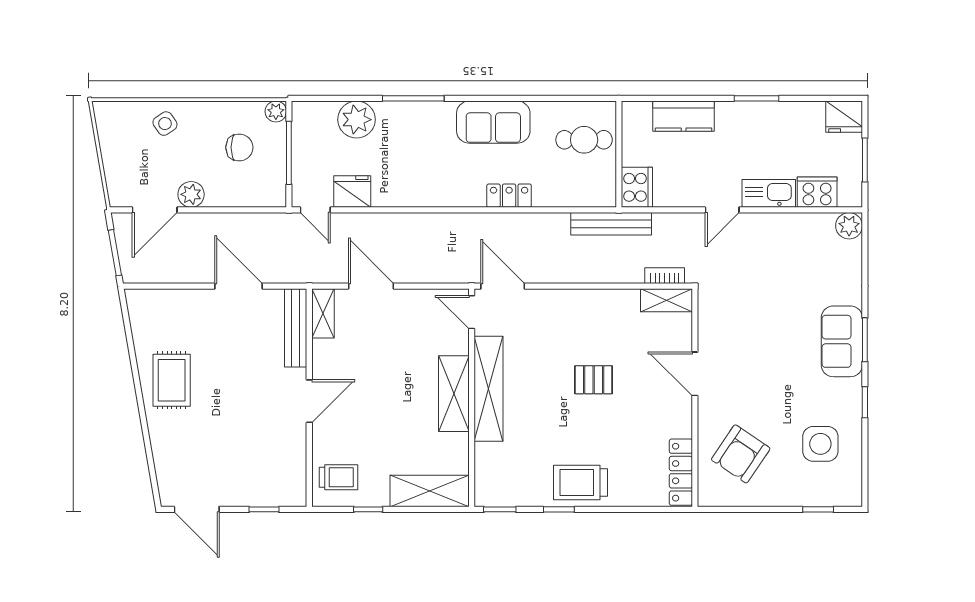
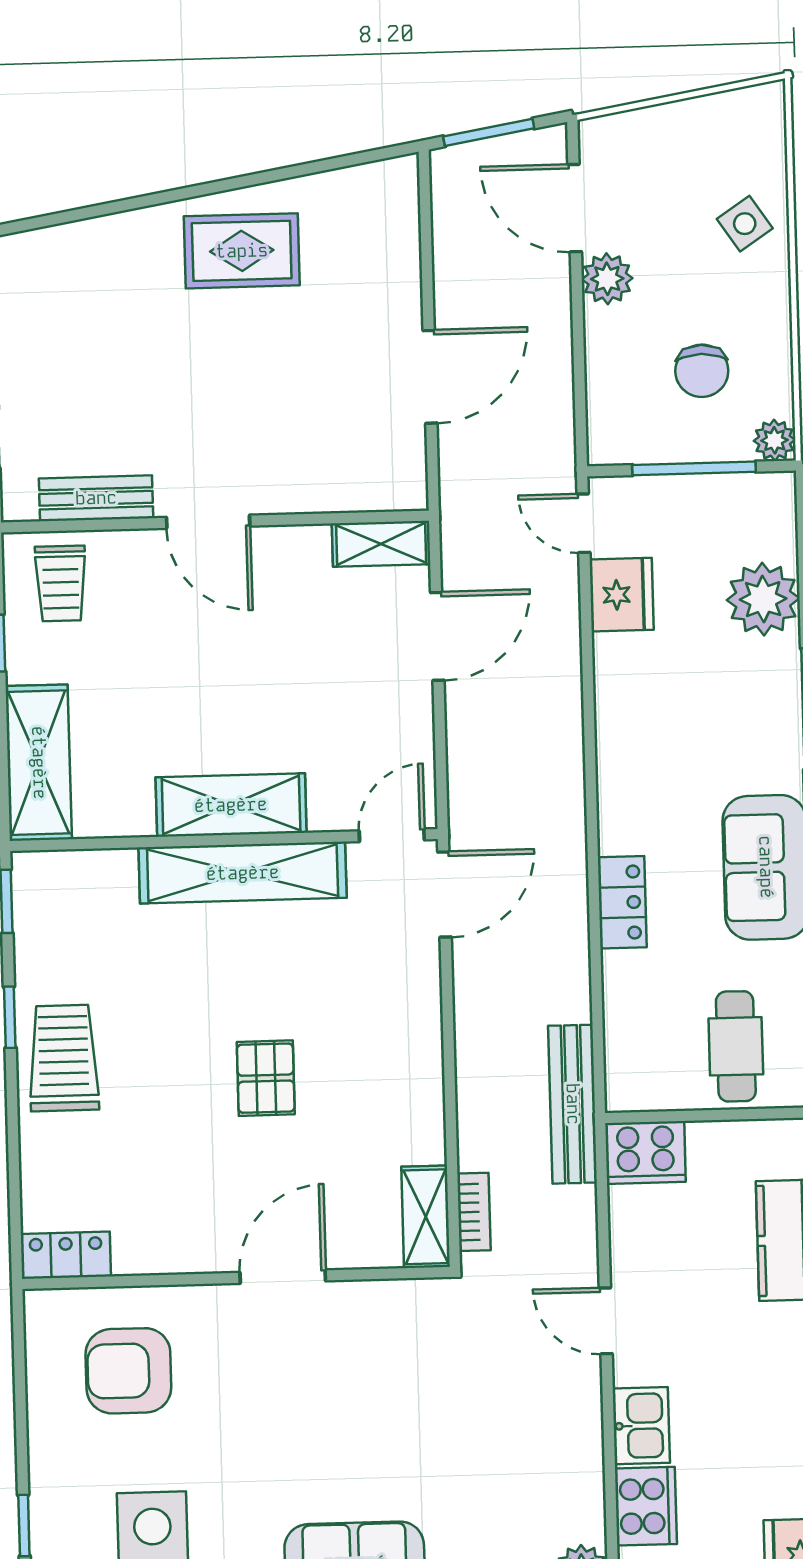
kitchen sink: (769, 193) -> (641, 1426), width x0.73
door: (315, 210) -> (583, 523), hinge flipped
bench: (296, 328) -> (96, 498), moved, width x0.73
armchair: (741, 454) -> (128, 1371), turned -34
locker: (681, 472) -> (66, 1255), width x0.66

